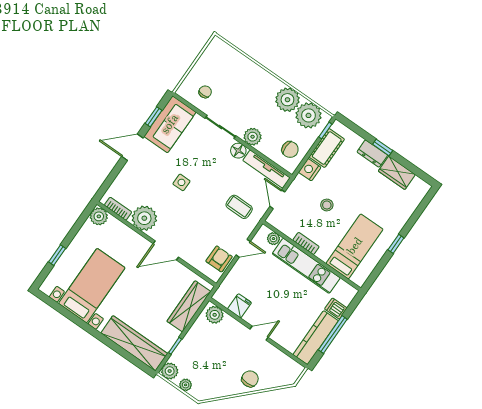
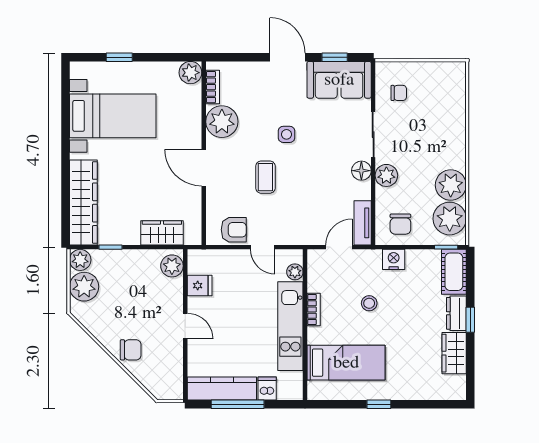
cot: (327, 148) -> (454, 272), moved, turned 90
tv unit: (266, 169) -> (363, 223), width x0.71
coffee table: (239, 207) -> (265, 177), moved
wardrobe: (189, 306) -> (162, 233), width x0.67
plant: (186, 385) -> (84, 287), width x1.87, depth x1.87

